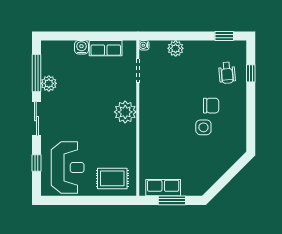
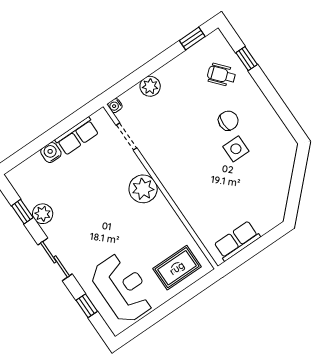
window: (36, 73) -> (22, 212), width x0.46
wheelchair: (227, 73) -> (221, 75), turned 144
window: (172, 200) -> (255, 248), removed

